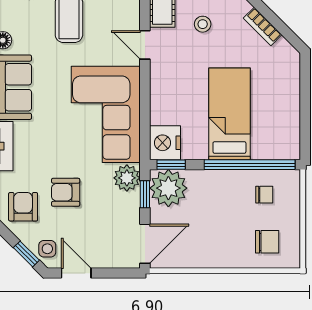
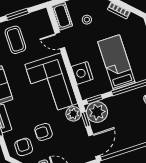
nightstand: (165, 143) -> (82, 73), moved

